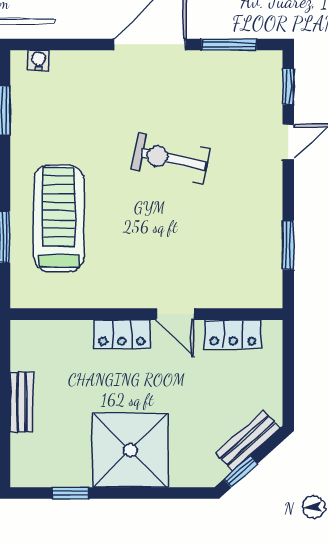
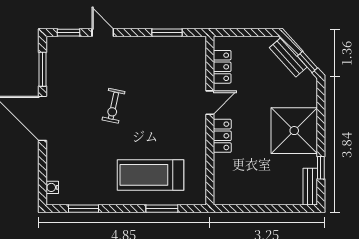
exercise bike: (170, 159) -> (114, 106), width x0.73, depth x0.72
bench: (21, 402) -> (310, 187), moved, turned 90

